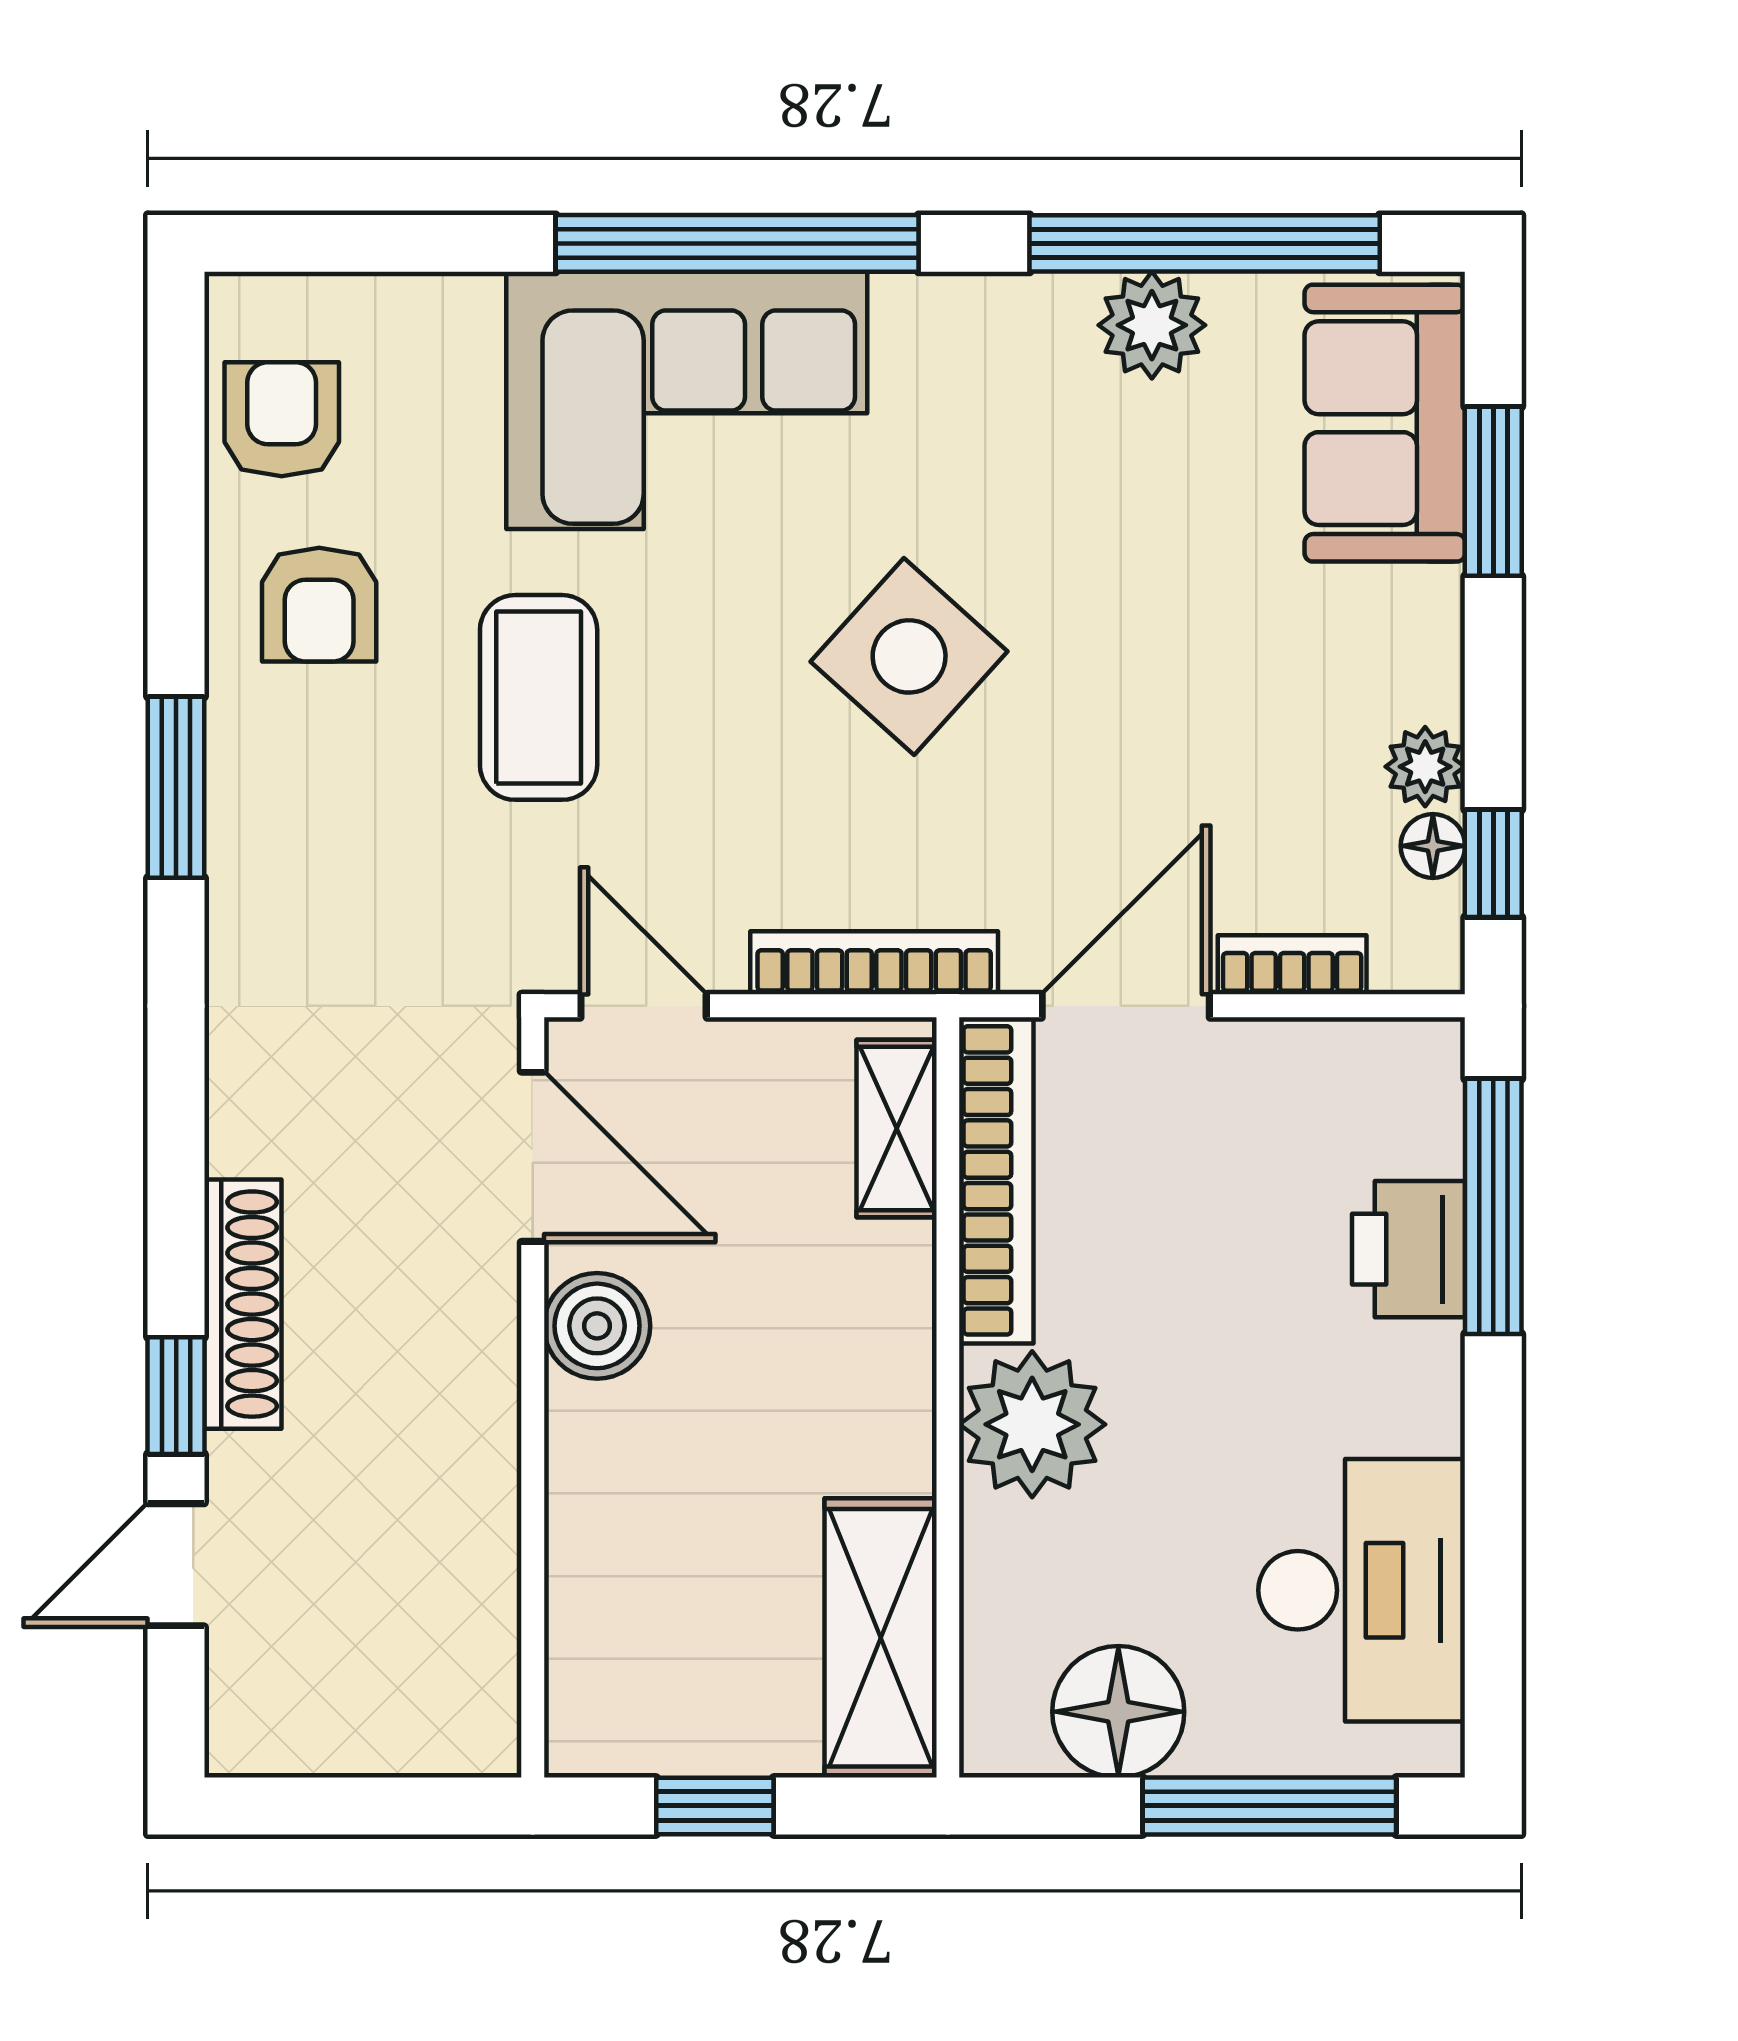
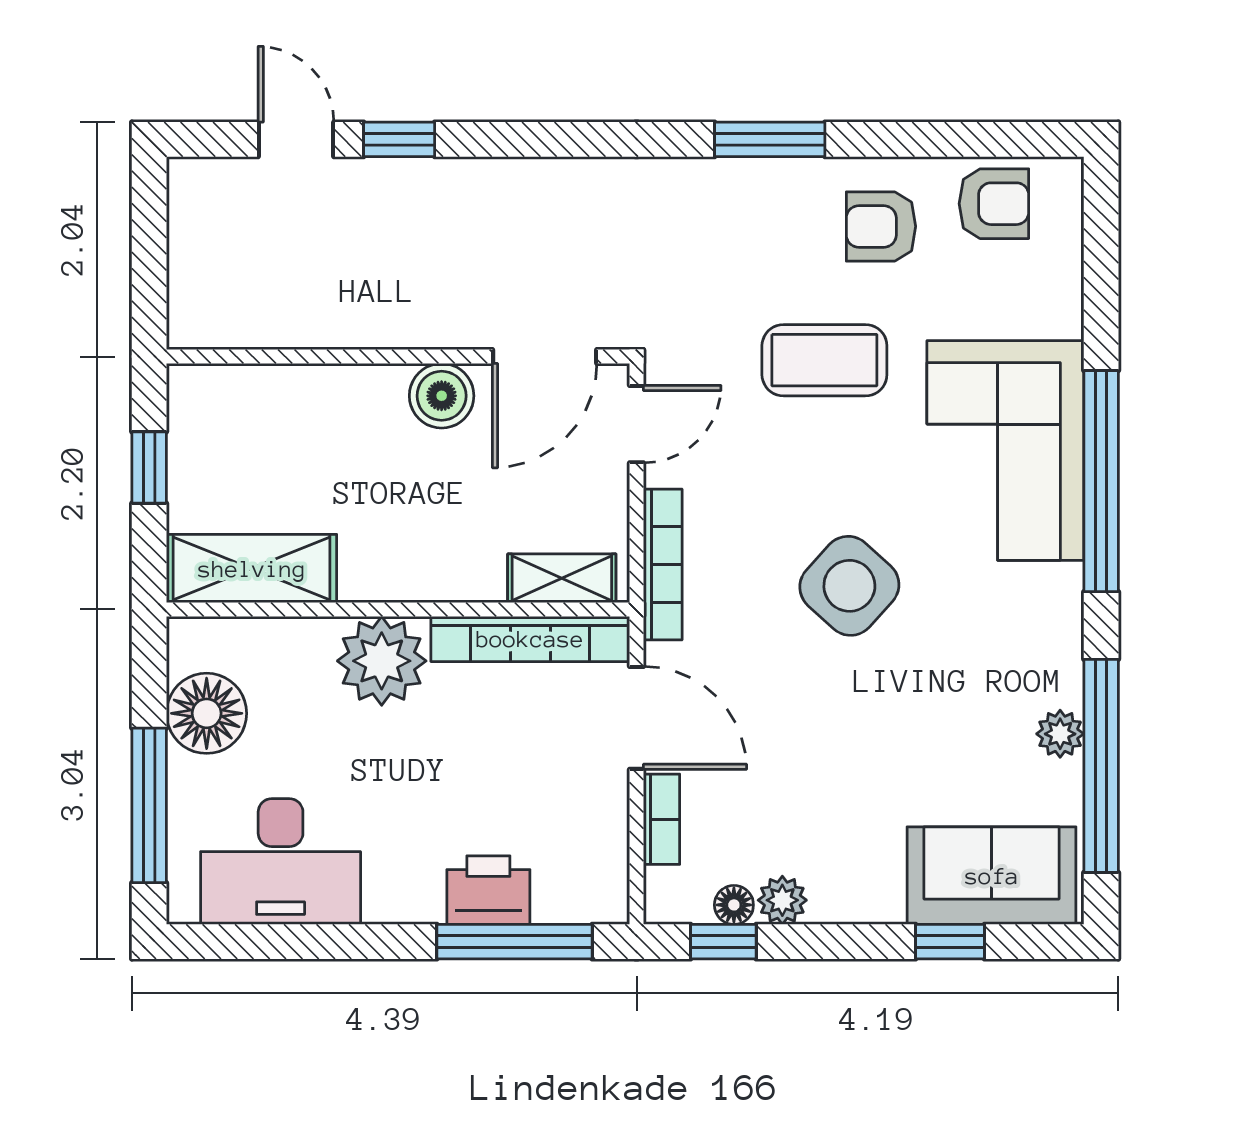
plant: (1152, 325) -> (1060, 734), width x0.73, depth x0.73
window: (1493, 491) -> (950, 942), width x0.67
shoe rack: (243, 1304) -> (455, 180), removed

